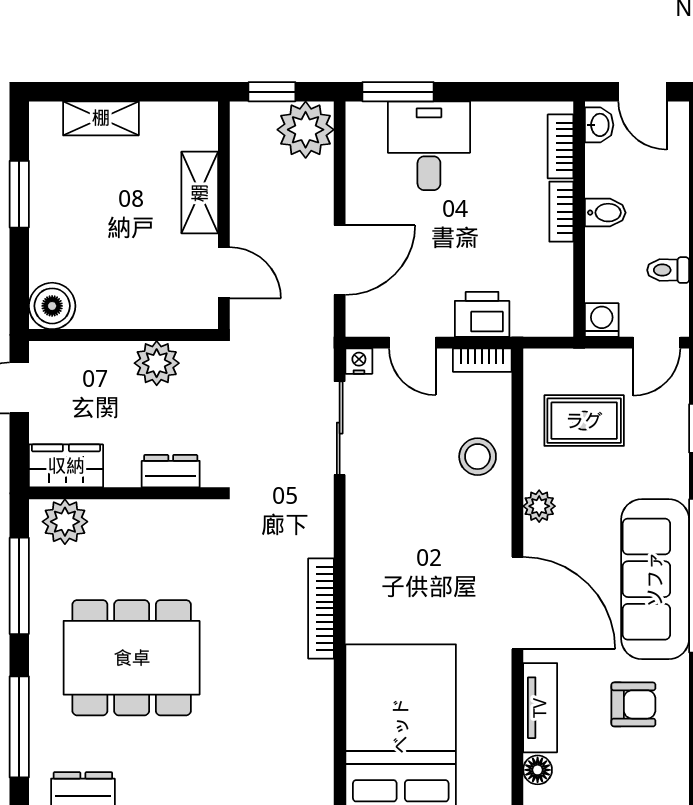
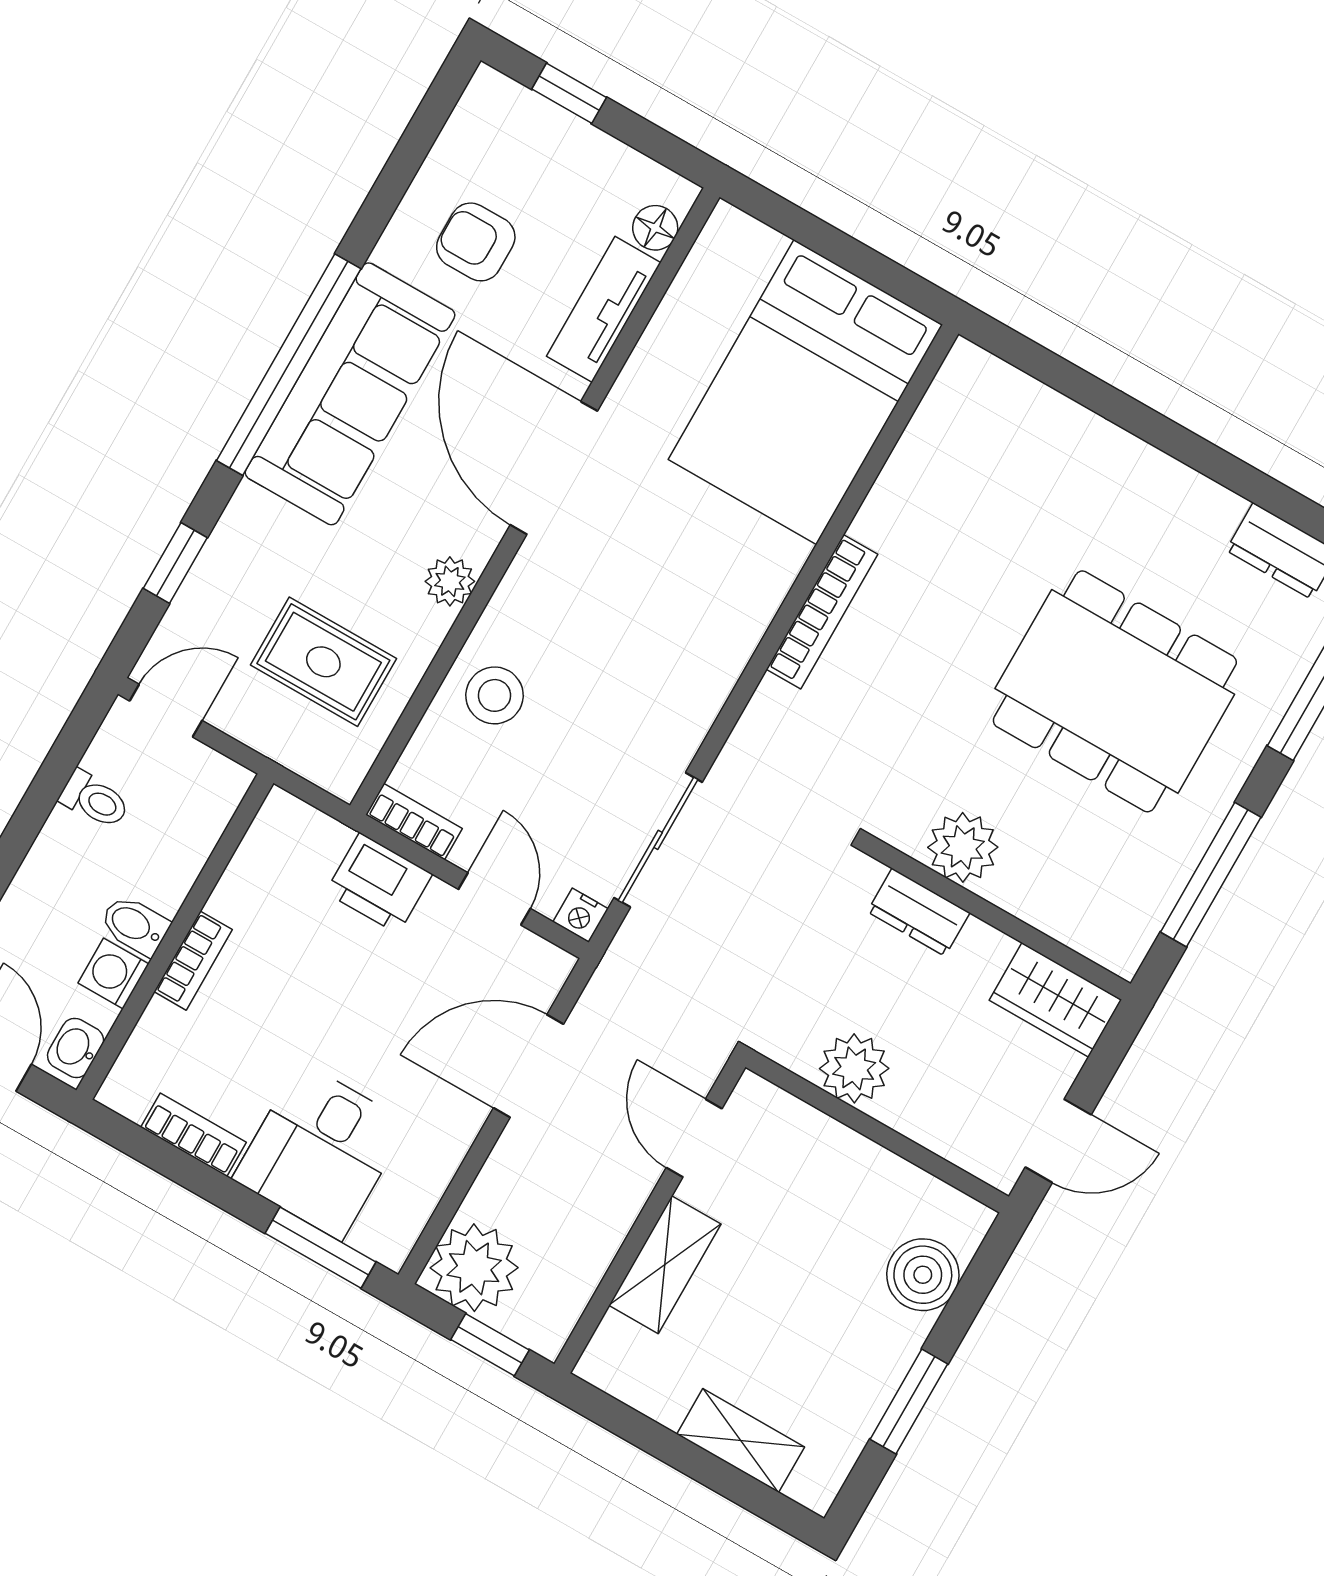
bookcase: (561, 146) -> (194, 1135), moved, turned -90
boiler: (52, 306) -> (923, 1275), moved
washing machine: (602, 320) -> (113, 974), moved, turned 90
plant: (65, 522) -> (963, 847), moved

